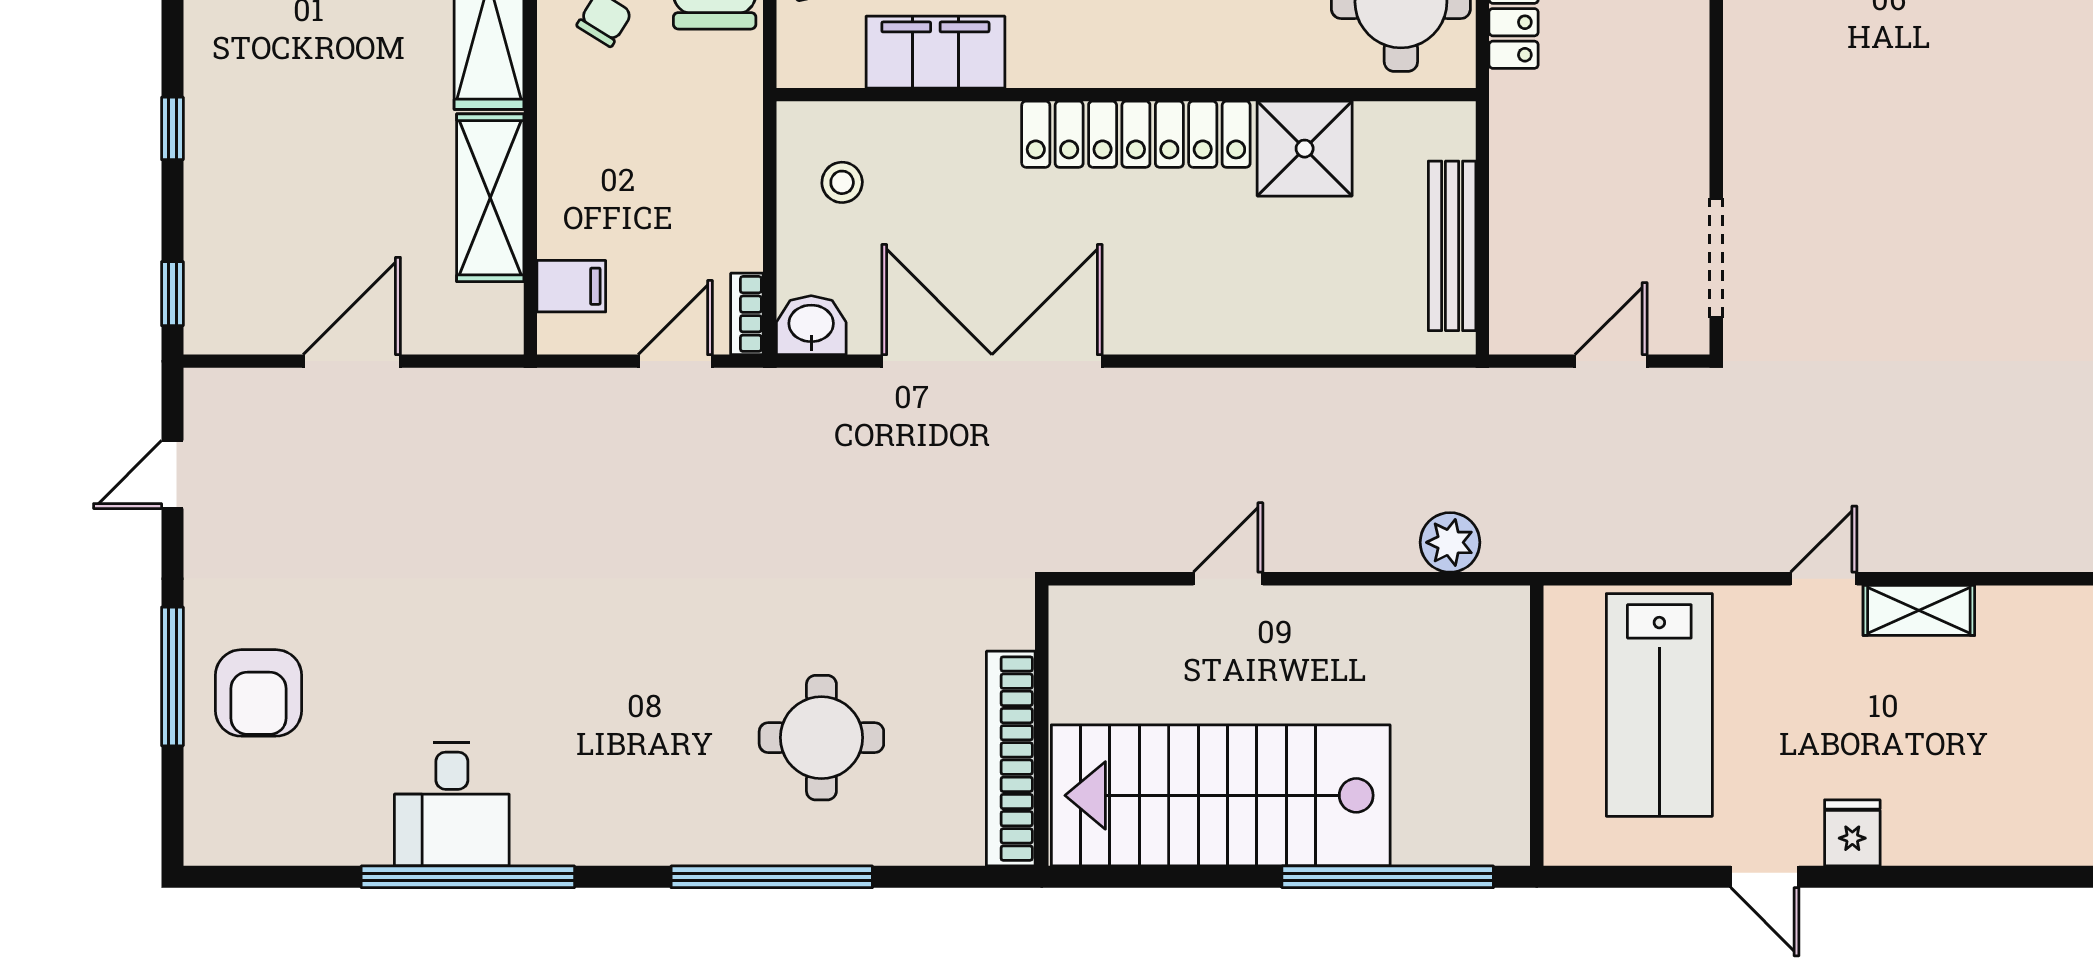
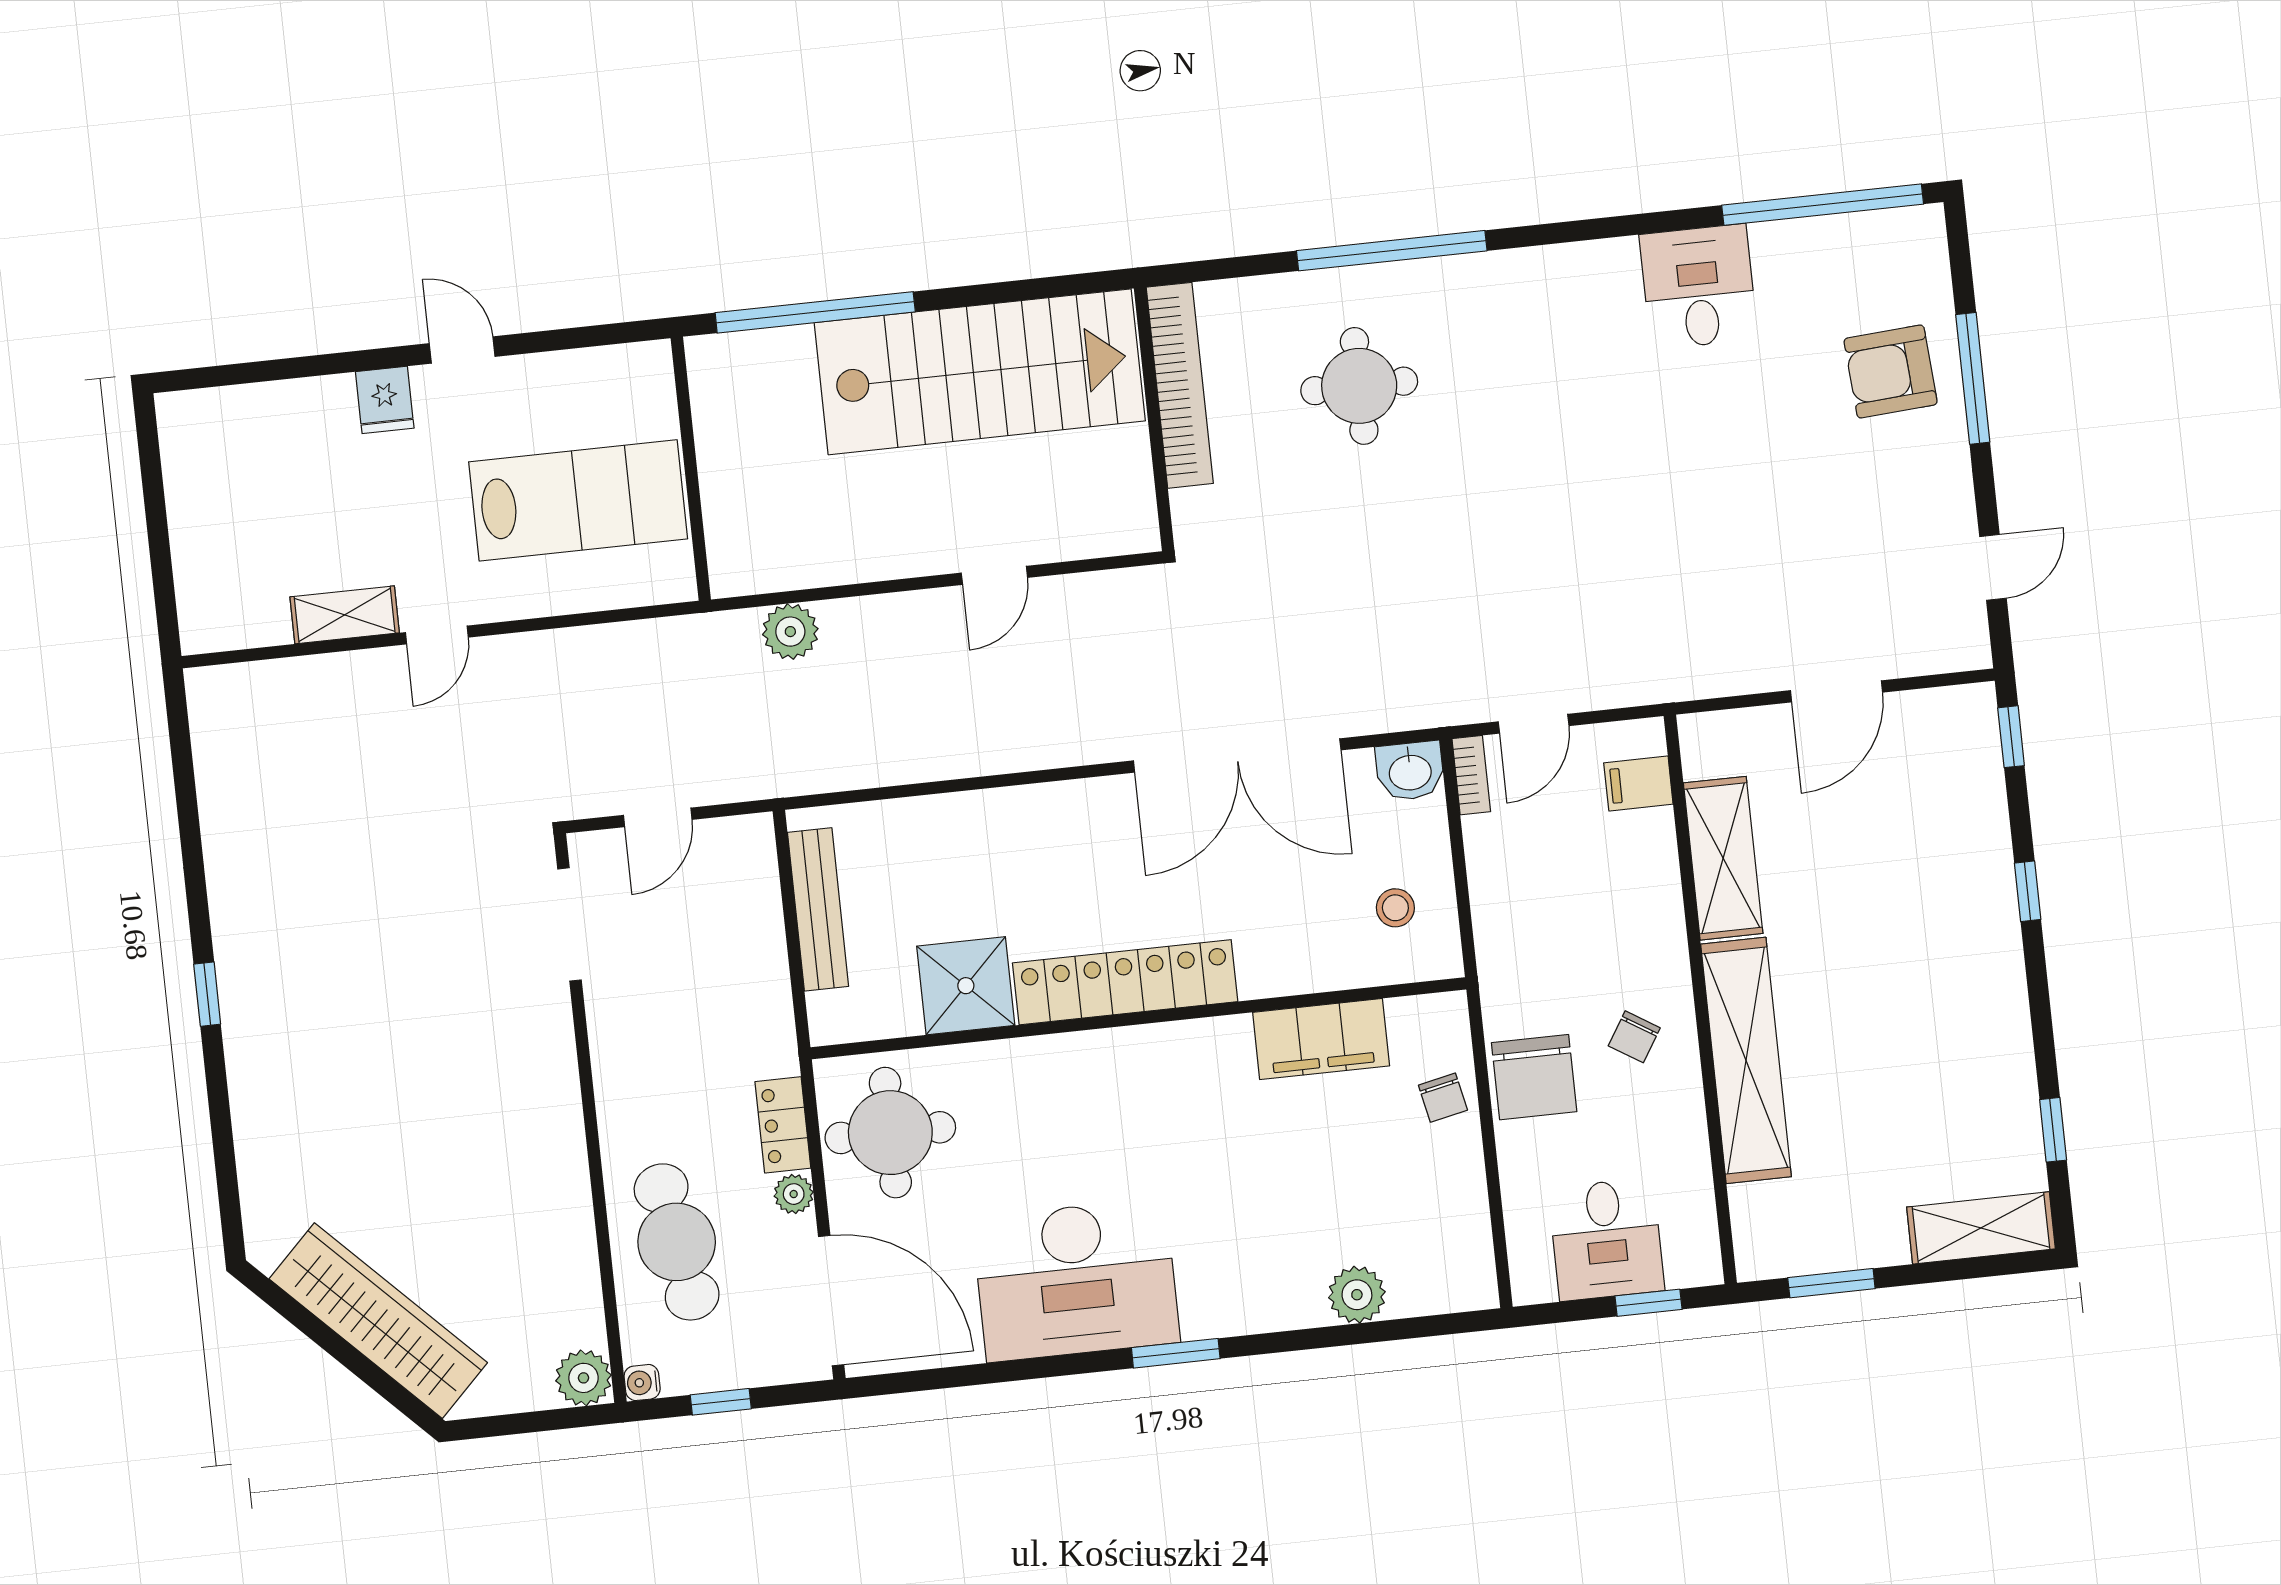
armchair: (259, 693) -> (1891, 372), turned -94
lab bench: (1659, 705) -> (578, 500), turned 90
window: (468, 877) -> (1823, 205), moved

